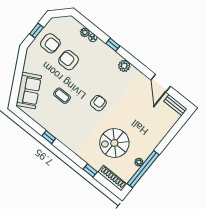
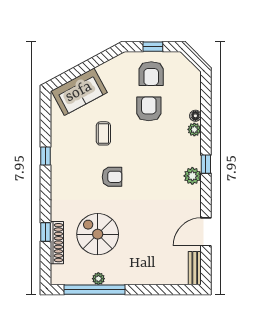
plant: (85, 32) -> (194, 129), moved
window: (113, 45) -> (206, 164), moved
armchair: (98, 103) -> (112, 177), moved
shoe rack: (112, 178) -> (57, 243), moved

